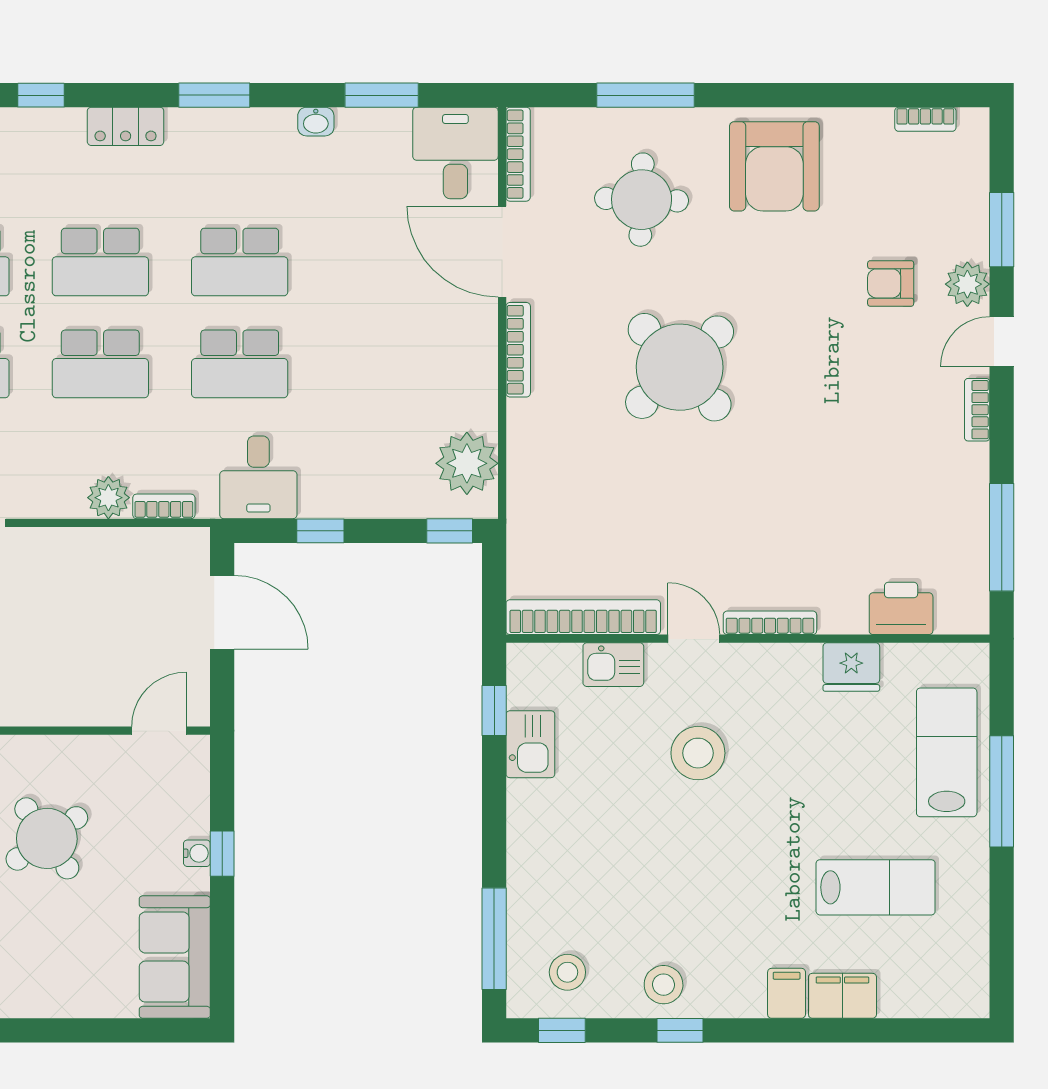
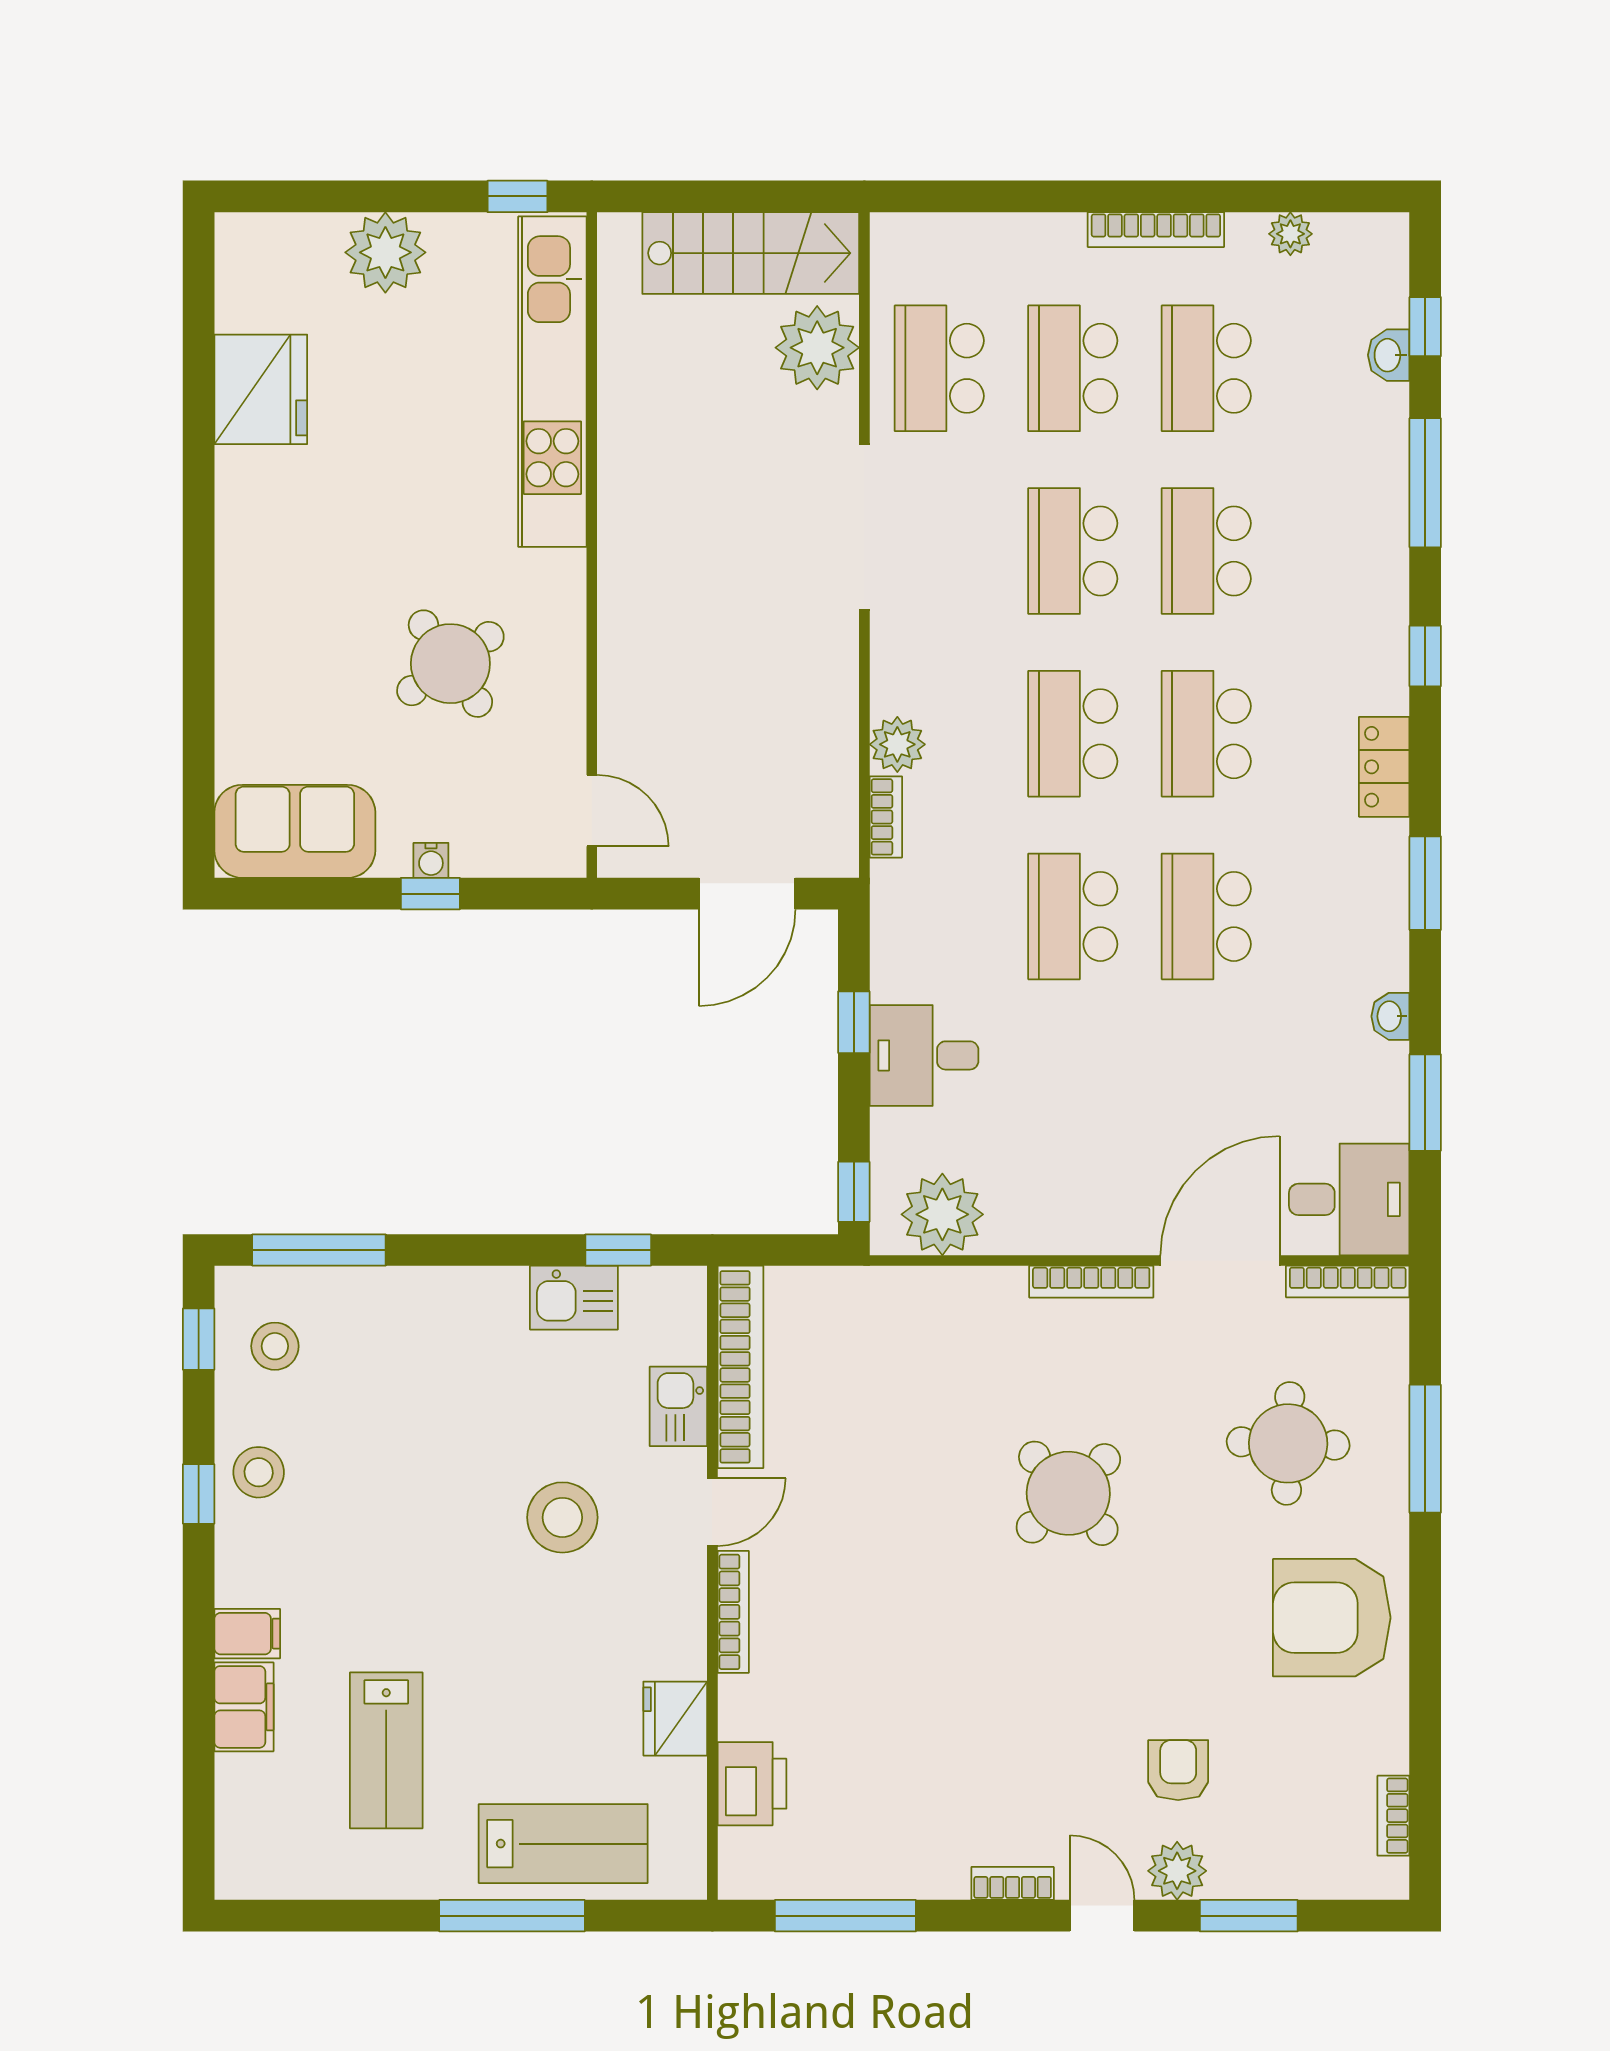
round table: (680, 367) -> (1068, 1493), width x0.73, depth x0.73
desk: (258, 477) -> (924, 1055), moved

